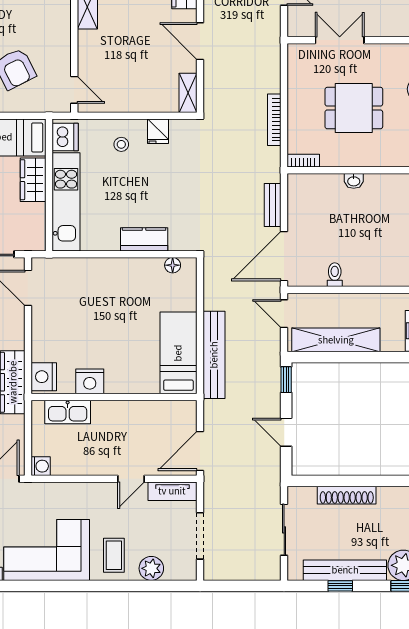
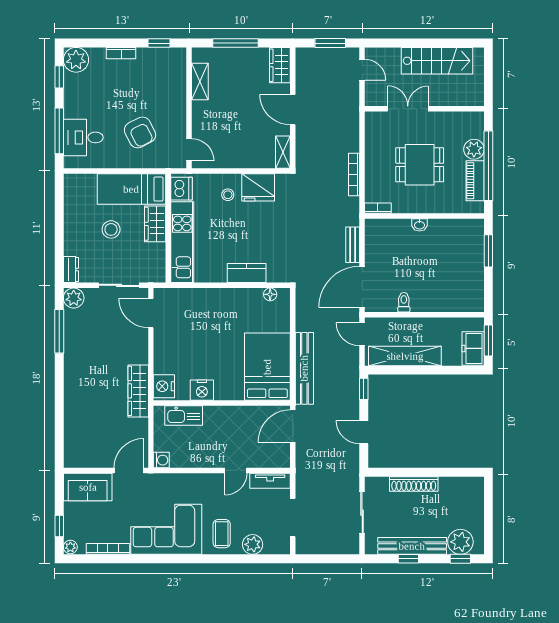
fridge: (158, 131) -> (258, 187), width x1.88, depth x1.34
bed: (178, 353) -> (267, 367), width x1.50
door: (200, 451) -> (293, 426), moved

